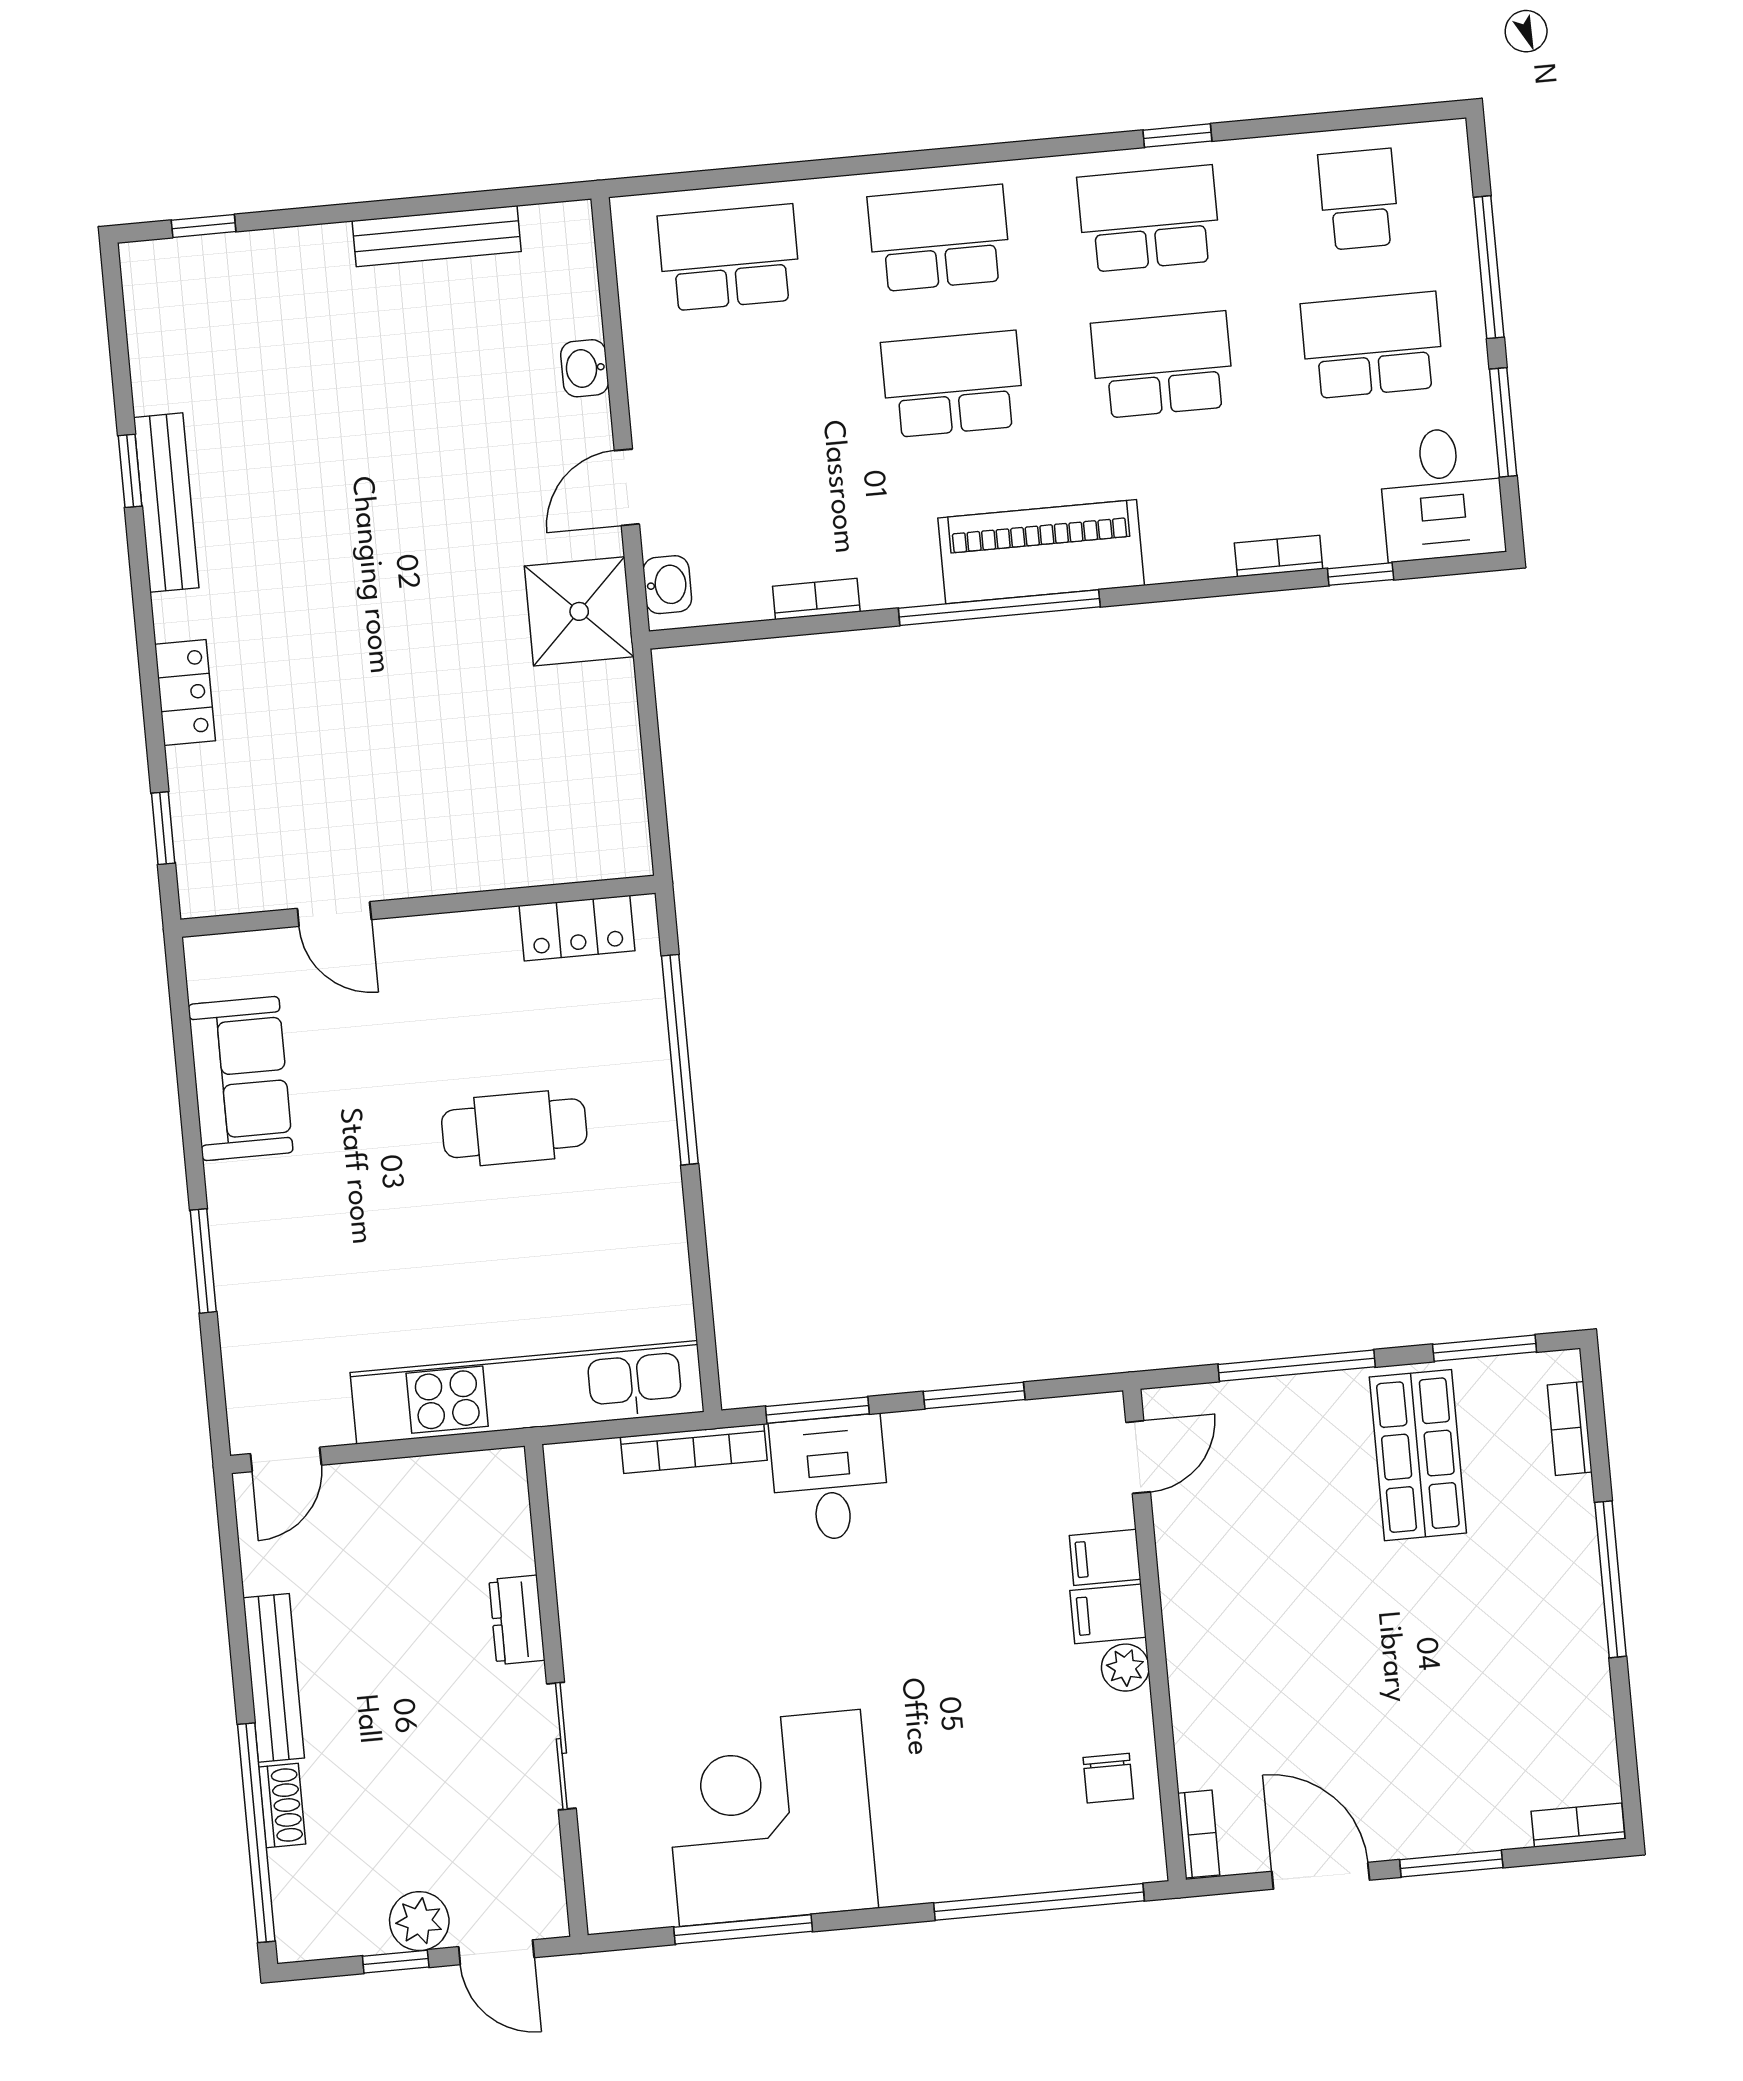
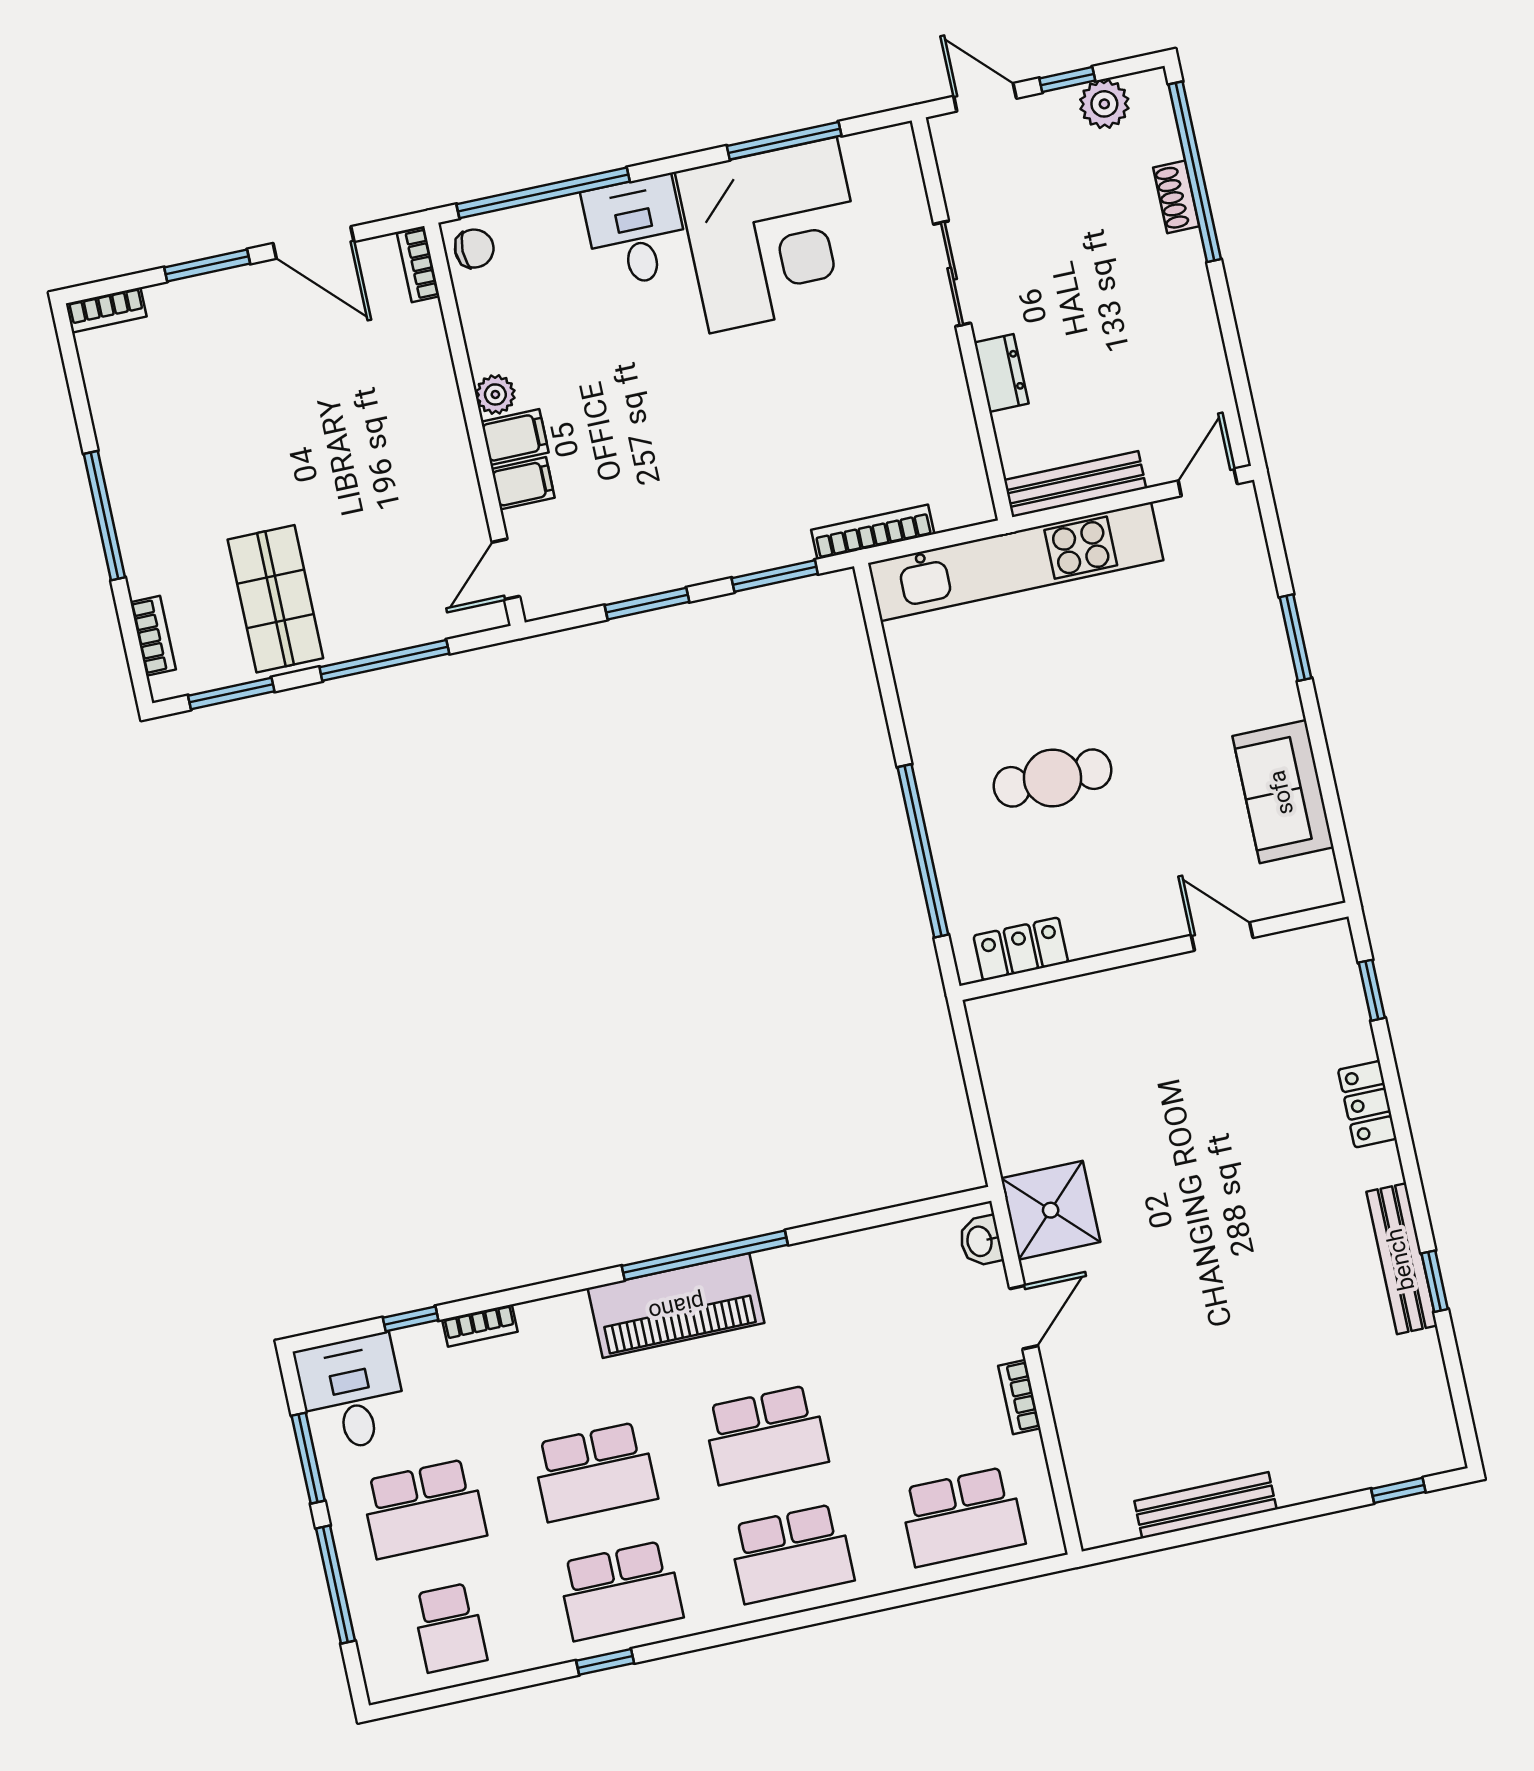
washbasin: (585, 368) -> (1070, 1411), removed
bookcase: (816, 599) -> (1019, 1397), moved, turned 90
desk: (830, 1478) -> (636, 231), moved, turned 180
bench: (274, 1678) -> (1075, 484), moved, turned 90
chair: (1108, 1778) -> (474, 249), moved, turned 90
plant: (419, 1921) -> (1104, 104), moved

